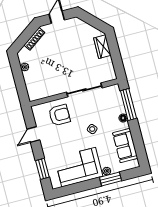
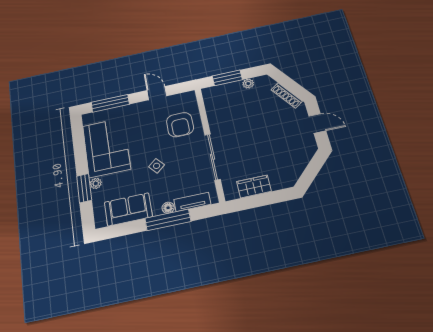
wardrobe: (102, 47) -> (254, 186), moved
window: (20, 83) -> (227, 78), added
tv unit: (118, 102) -> (192, 202), added
window: (128, 105) -> (168, 220), moved
window: (42, 169) -> (110, 103), width x1.44

